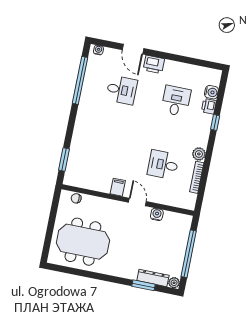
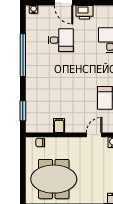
window: (80, 80) -> (23, 55), moved
filing cabinet: (118, 187) -> (59, 125), moved
door: (137, 202) -> (94, 135), hinge flipped

